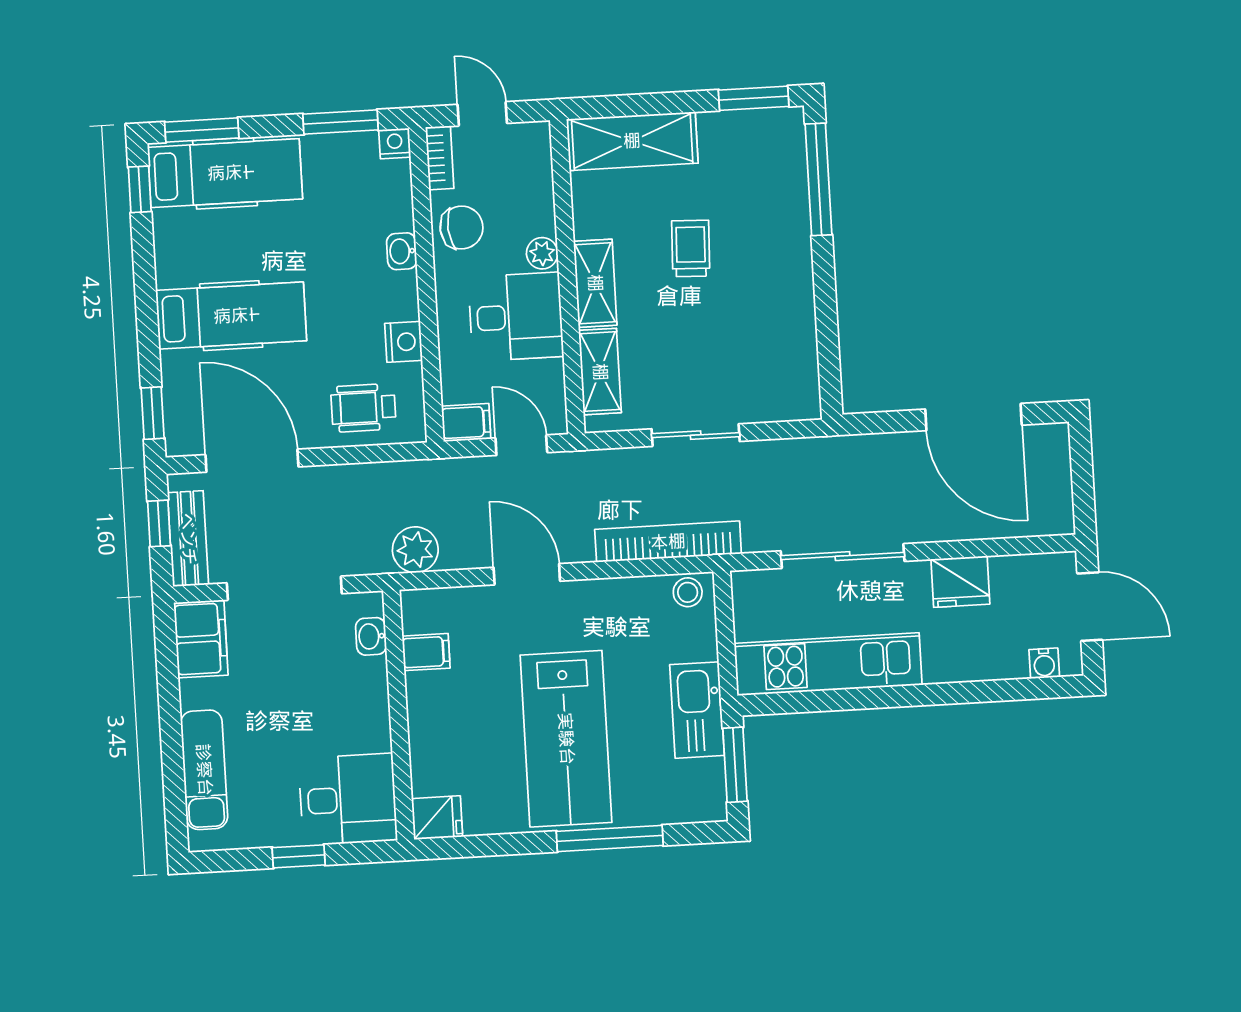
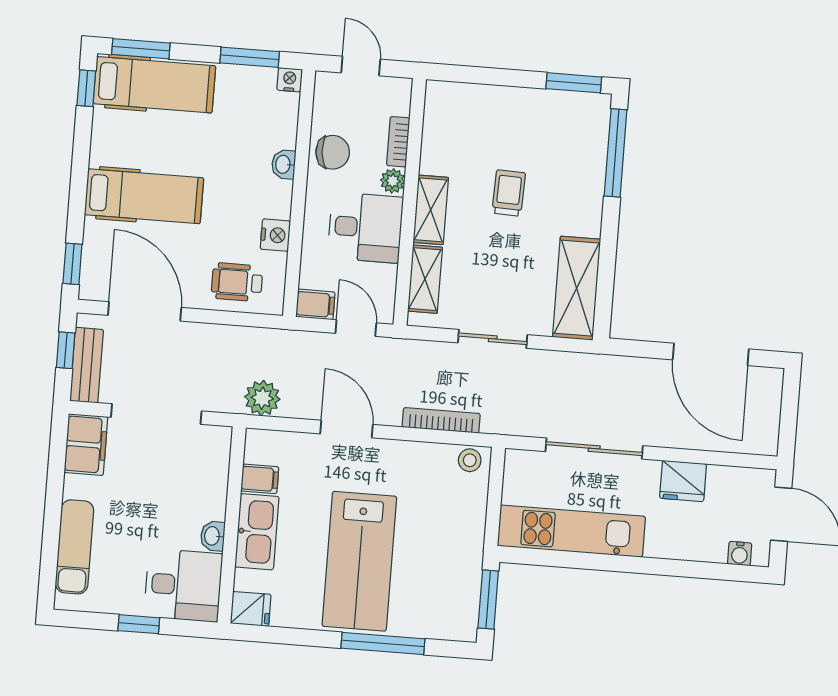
shelving: (632, 141) -> (577, 288), moved, turned 90
bookcase: (440, 158) -> (398, 142), moved, turned 180
bookcase: (668, 542) -> (441, 420), width x0.68, depth x0.76
washbasin: (371, 636) -> (213, 536), moved
kitchen sink: (697, 710) -> (257, 532), moved, turned 180

